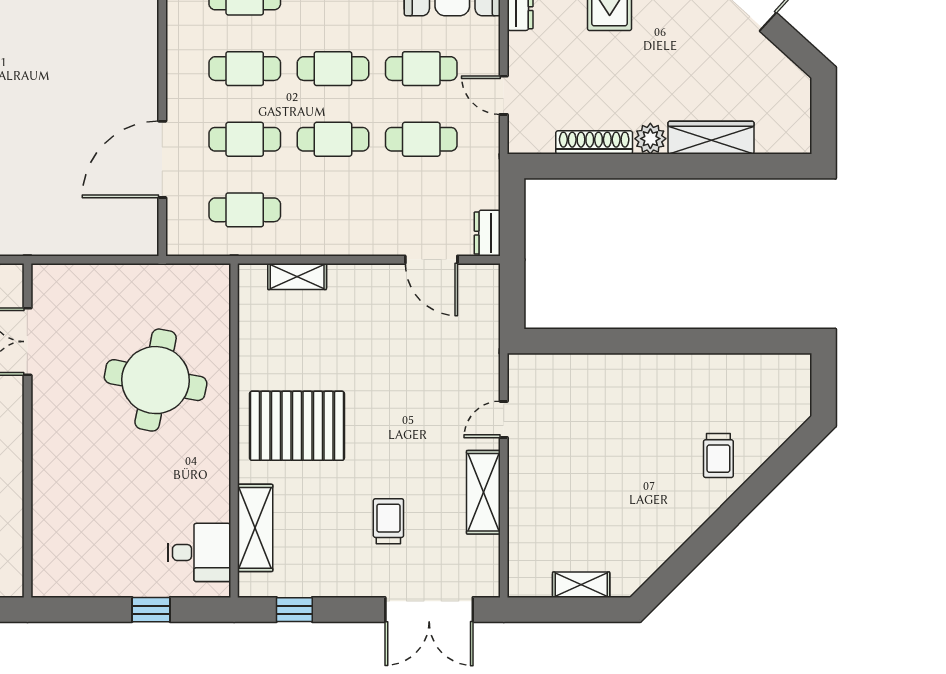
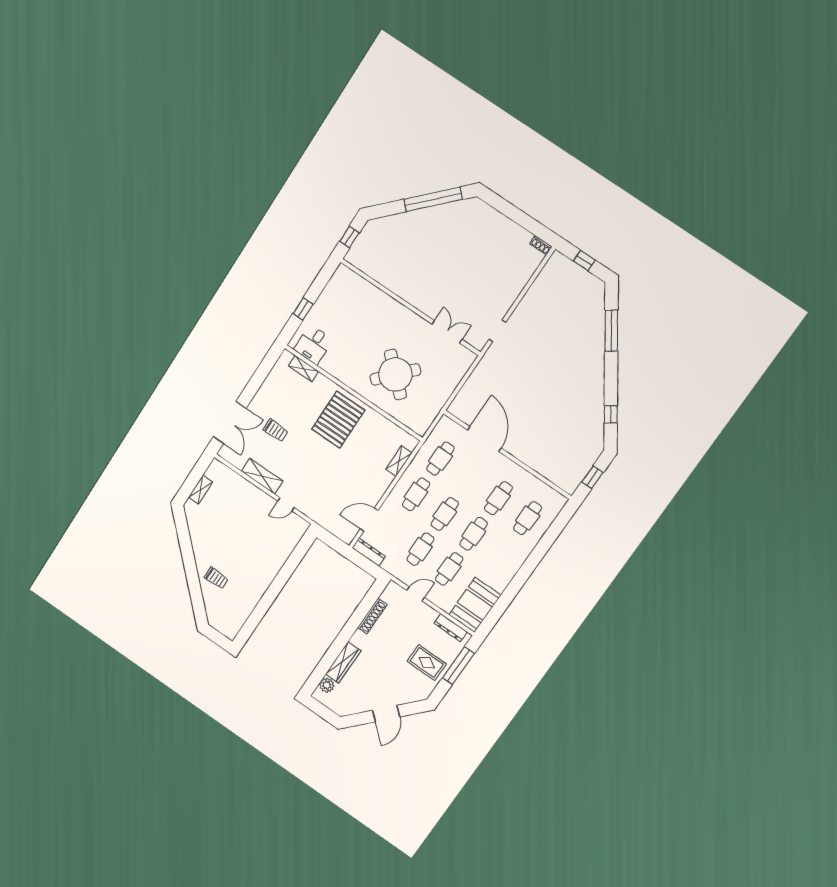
cafe table: (245, 139) -> (416, 494), moved
plant: (650, 139) -> (327, 685), moved
dresser: (487, 233) -> (369, 552), width x1.44
round table: (156, 380) -> (395, 374), turned 32
door: (504, 419) -> (286, 504), swing flipped
trolley: (718, 456) -> (216, 578), turned 180
shelving: (255, 528) -> (303, 369), width x0.67, depth x0.75
window: (294, 610) -> (265, 368), removed
double door: (429, 610) -> (230, 422), swing flipped

